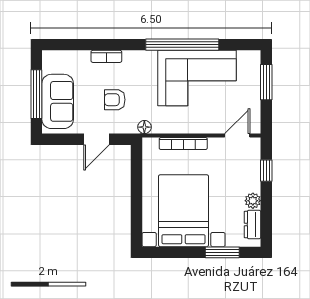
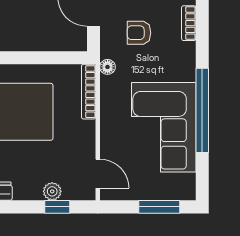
armchair: (115, 100) -> (139, 33), turned -90
bookcase: (183, 144) -> (89, 92), moved
plant: (253, 201) -> (52, 191), moved

